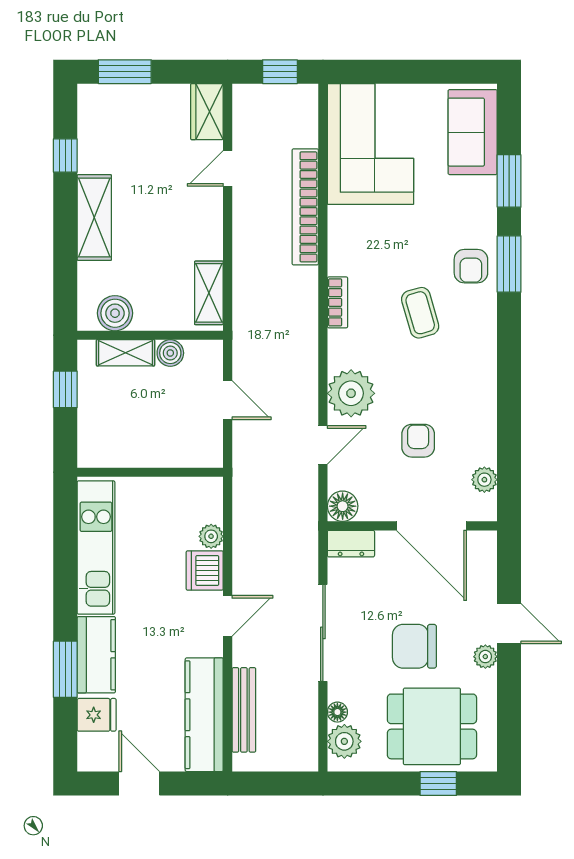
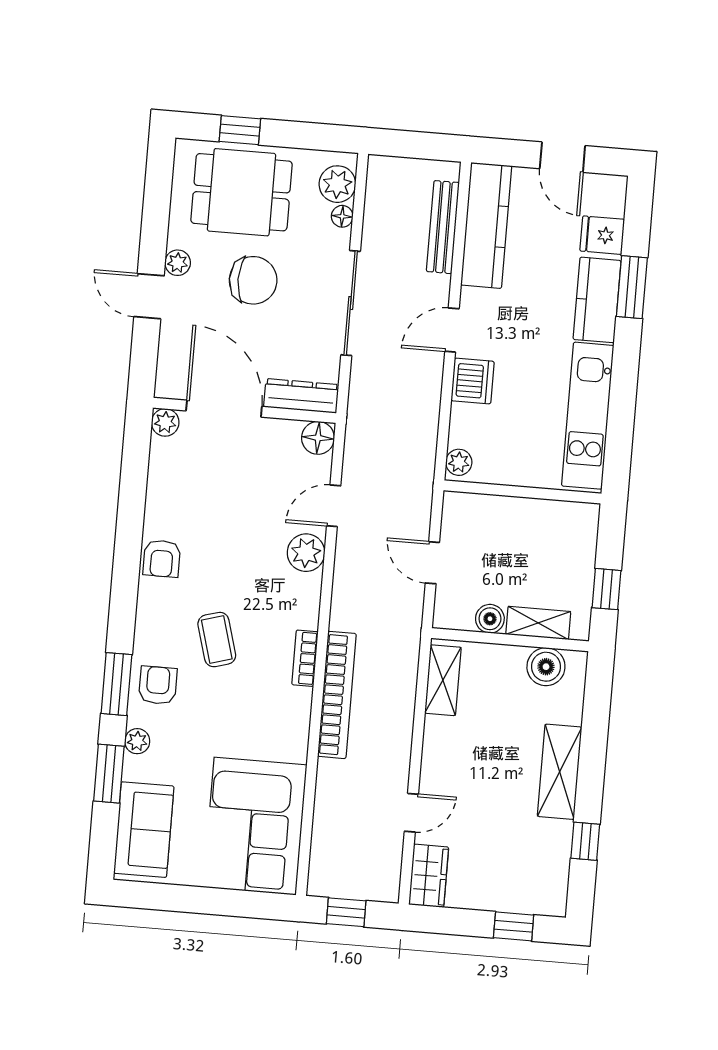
window: (125, 72) -> (514, 926), width x0.67
bookcase: (305, 207) -> (337, 695), moved
plant: (486, 213) -> (137, 741), added
plant: (351, 393) -> (306, 553), width x0.73, depth x0.73
armchair: (418, 441) -> (162, 559), moved
plant: (484, 480) -> (165, 422), moved
plant: (211, 536) -> (459, 462), moved
dresser: (351, 544) -> (301, 396), width x1.44

